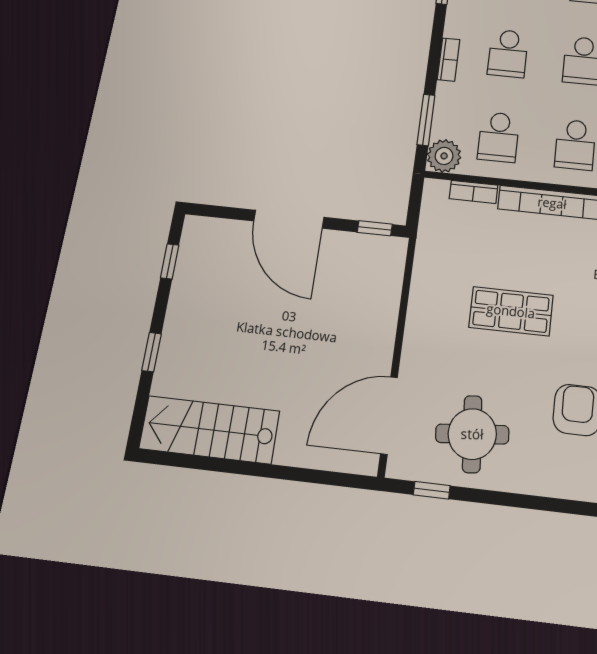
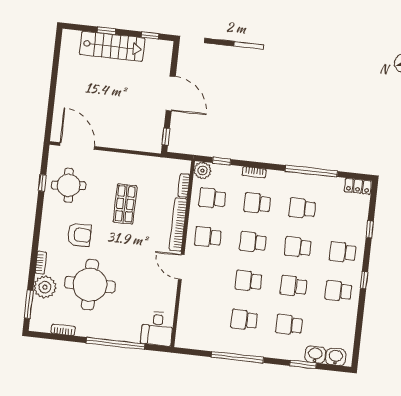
window: (426, 120) -> (222, 161), width x0.67
door: (289, 219) -> (171, 93), swing flipped
stairs: (209, 430) -> (112, 46), moved, turned 90
window: (432, 490) -> (42, 183), moved

